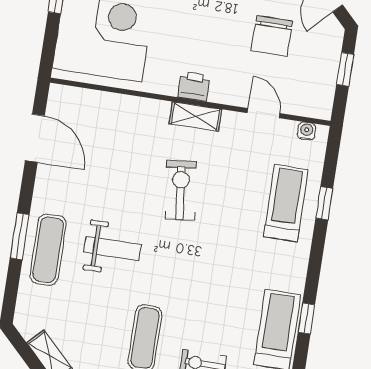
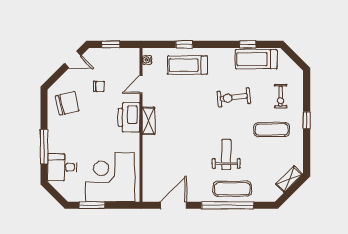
chair: (272, 36) -> (99, 86), width x0.54, depth x0.54
printer: (194, 86) -> (129, 117), width x1.87, depth x1.48
exercise bike: (181, 190) -> (234, 97), moved
window: (20, 236) -> (227, 205), width x2.11

